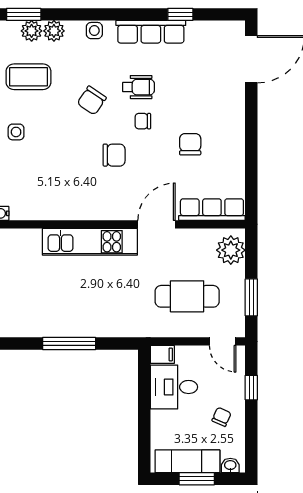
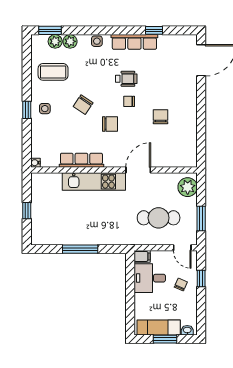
chair: (92, 100) -> (83, 105), moved
row of seats: (212, 210) -> (81, 160), moved
chair: (222, 417) -> (181, 284), moved

